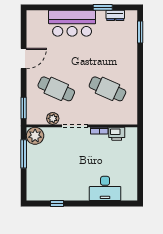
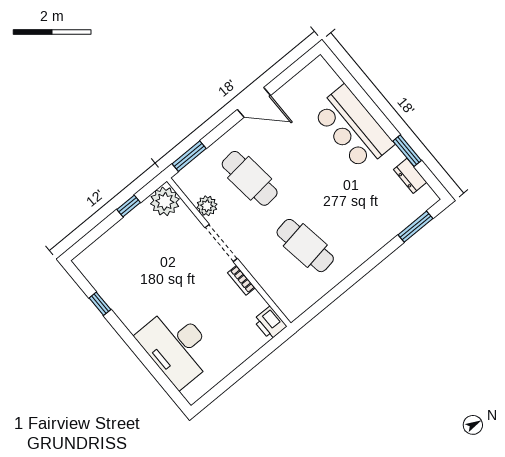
cafe table: (56, 89) -> (250, 178), turned -30
cafe table: (107, 89) -> (305, 246), turned -33
printer: (117, 134) -> (270, 323), moved
window: (24, 154) -> (129, 206), width x0.46
desk: (105, 188) -> (177, 347), width x1.36, depth x1.30

